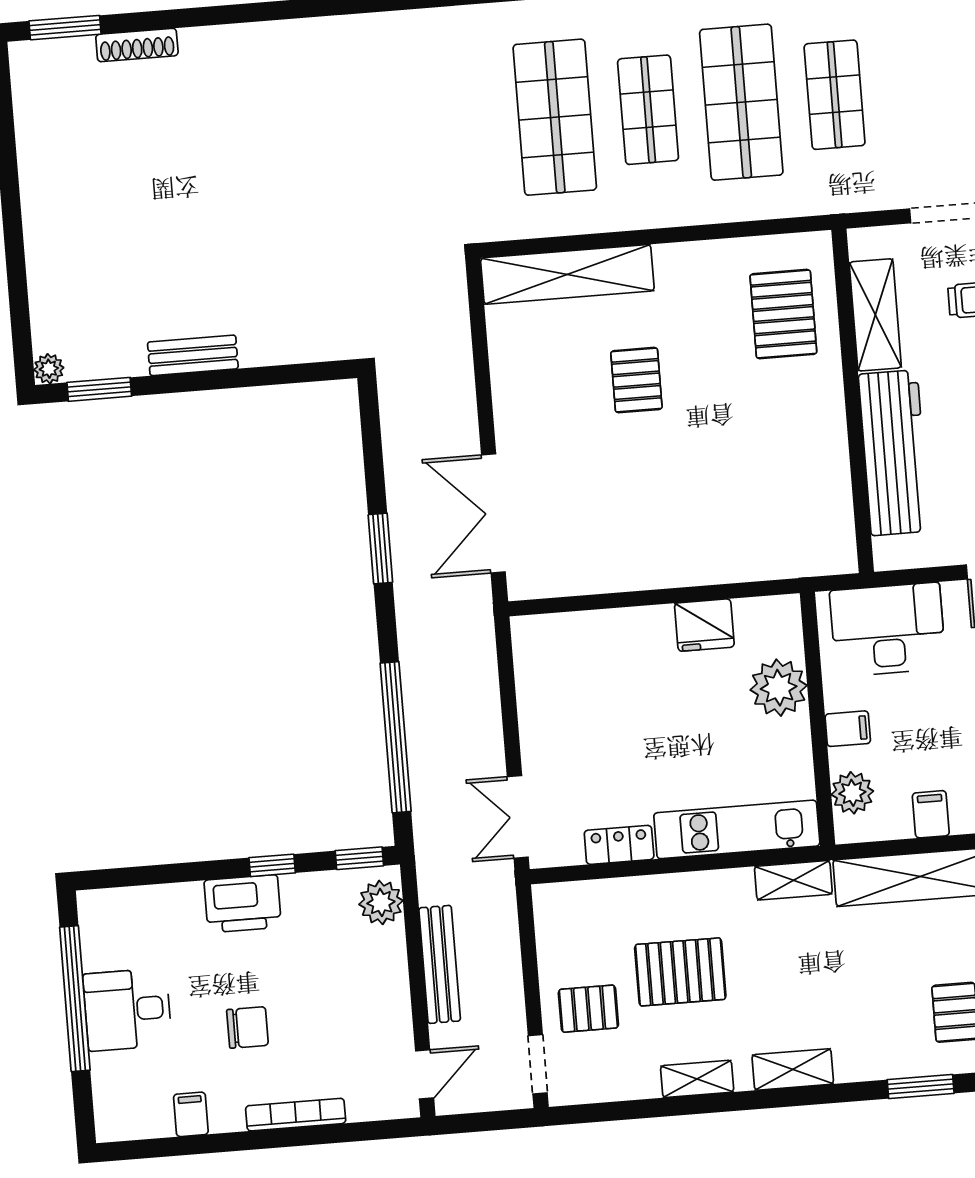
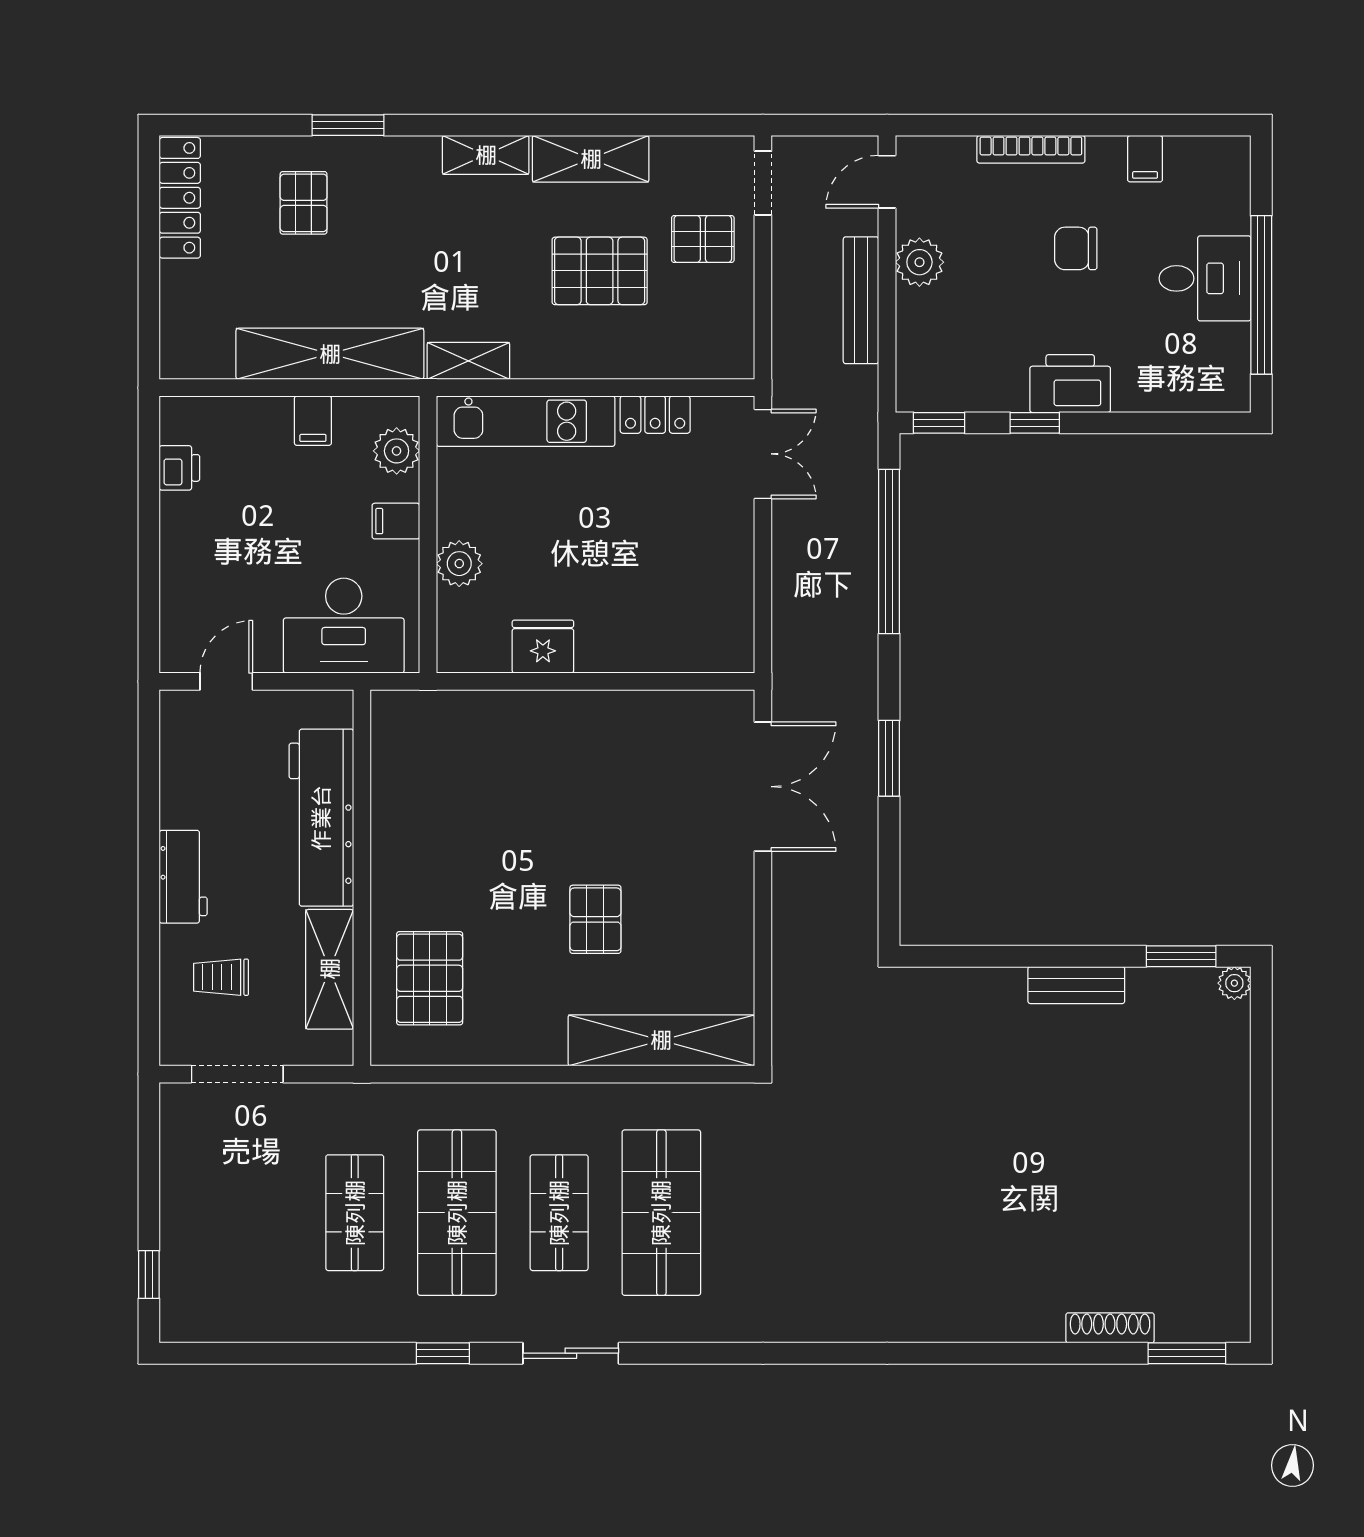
plant: (779, 688) -> (459, 564), width x0.73, depth x0.73
plant: (381, 902) -> (919, 262), moved
shelving: (697, 1079) -> (591, 159), width x1.50, depth x1.33

